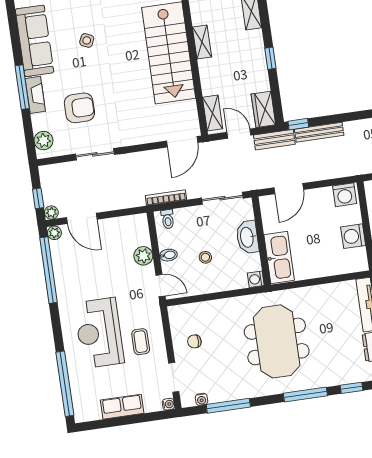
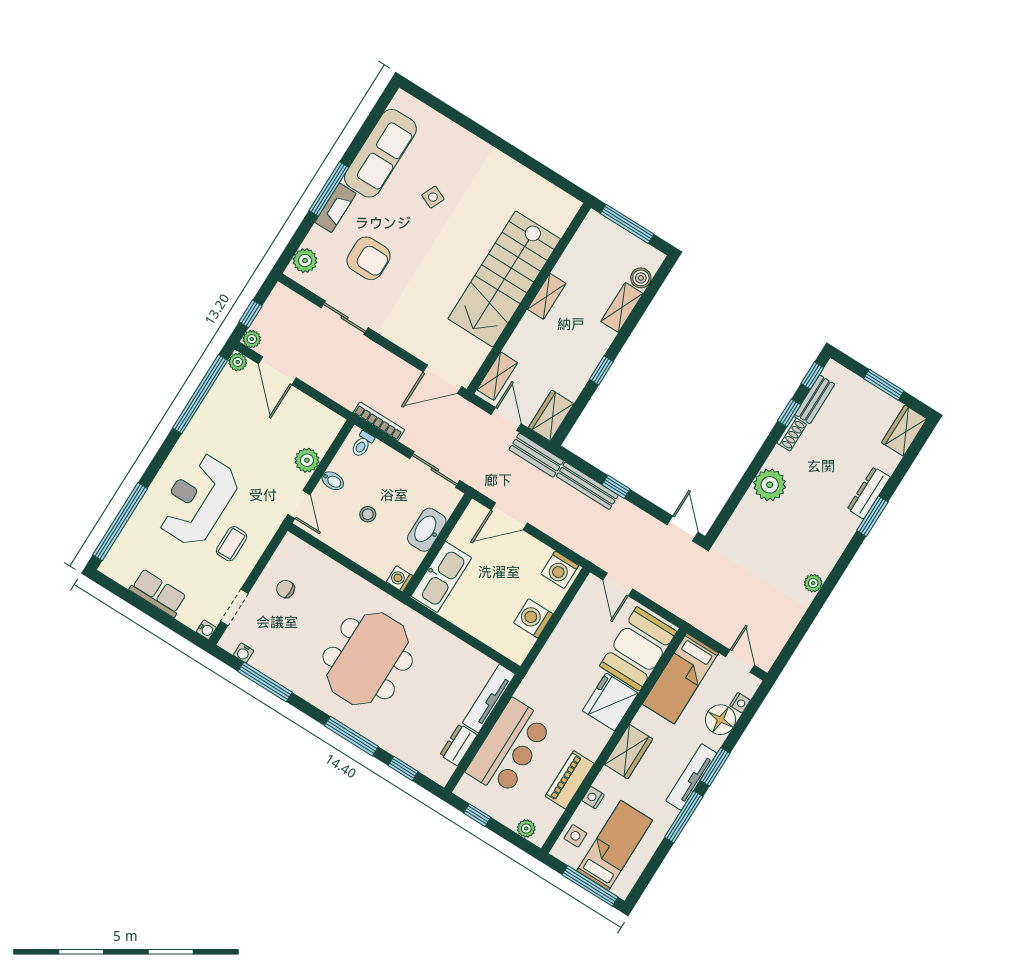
window: (298, 124) -> (616, 487), moved

